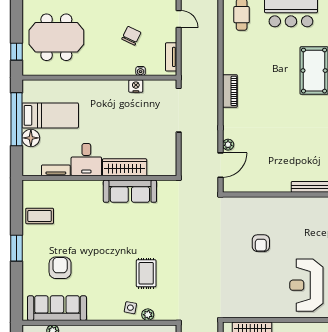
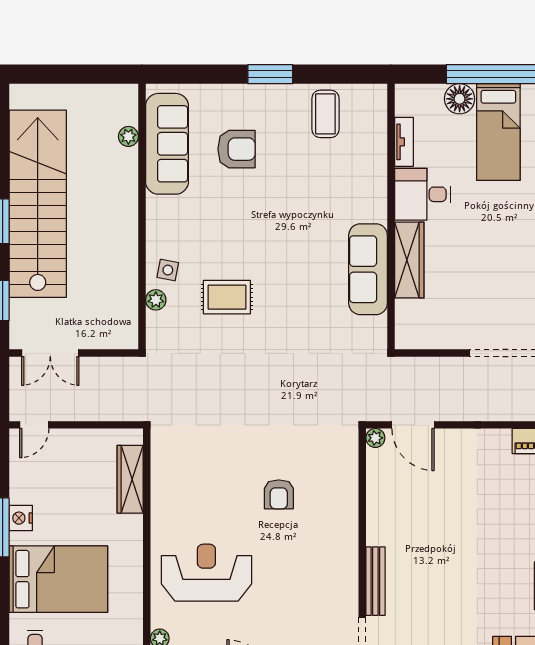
plant: (228, 145) -> (375, 438), moved
armchair: (261, 243) -> (279, 494), turned -90

